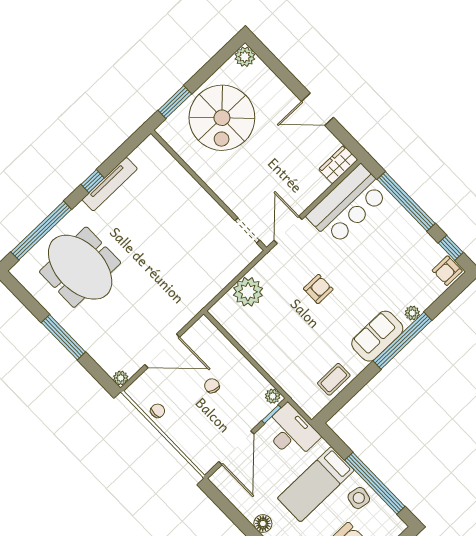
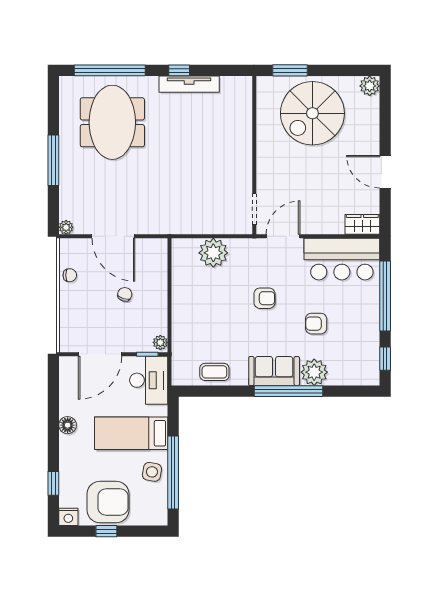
armchair: (447, 271) -> (316, 324), moved
plant: (412, 313) -> (314, 372), width x1.87, depth x1.87

